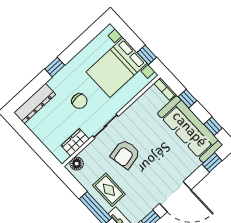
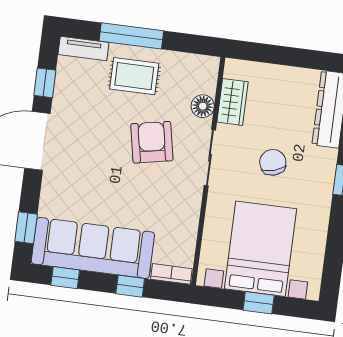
window: (147, 55) -> (259, 303), moved
chair: (79, 101) -> (273, 162), turned 73
floor lamp: (77, 164) -> (203, 106), moved

